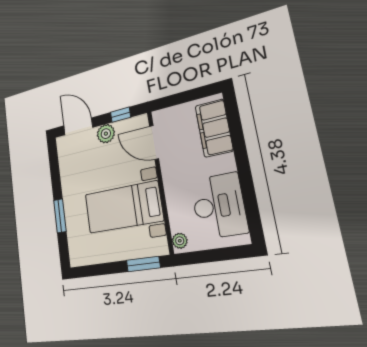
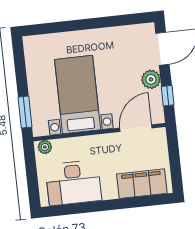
window: (60, 216) -> (73, 26), removed

